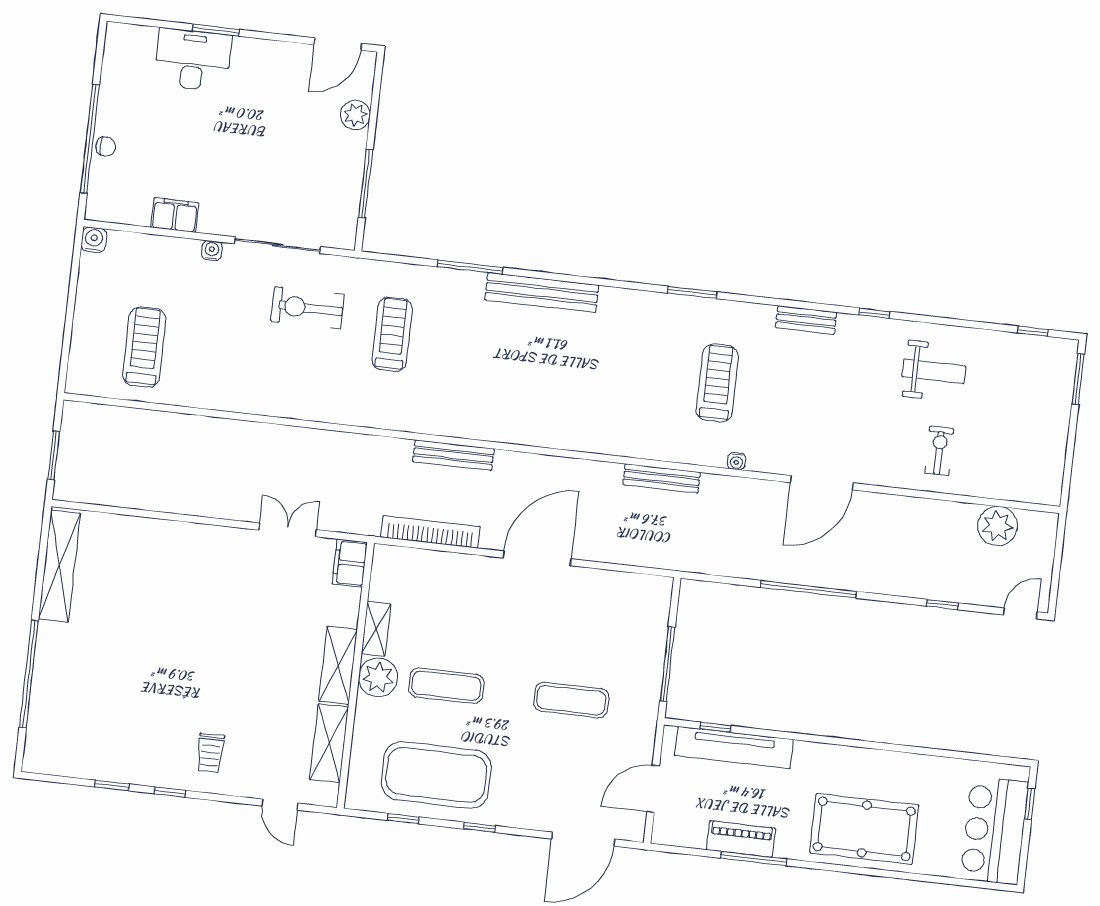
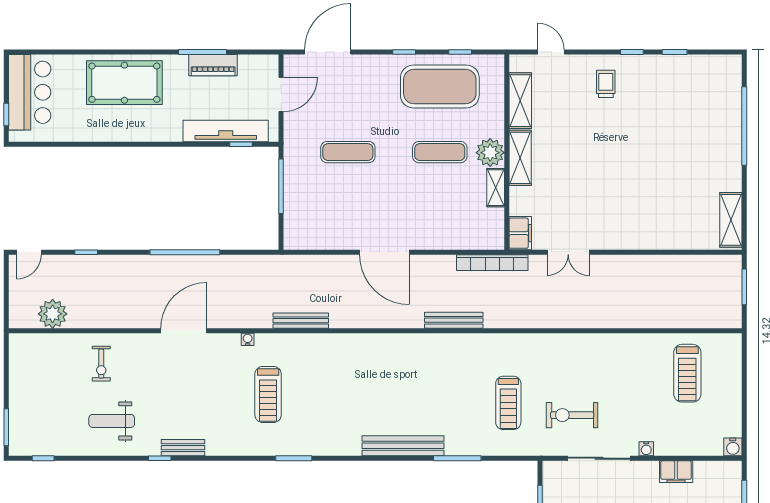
exercise bike: (307, 308) -> (572, 415), turned 180
bench: (806, 320) -> (183, 448), moved
bookcase: (430, 532) -> (492, 263), moved
door: (537, 558) -> (384, 252), hinge flipped
shelving: (59, 566) -> (731, 220), width x0.68

